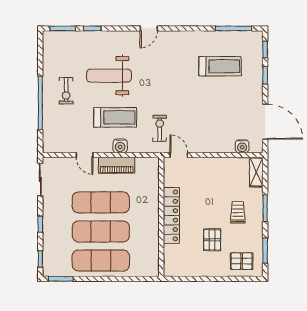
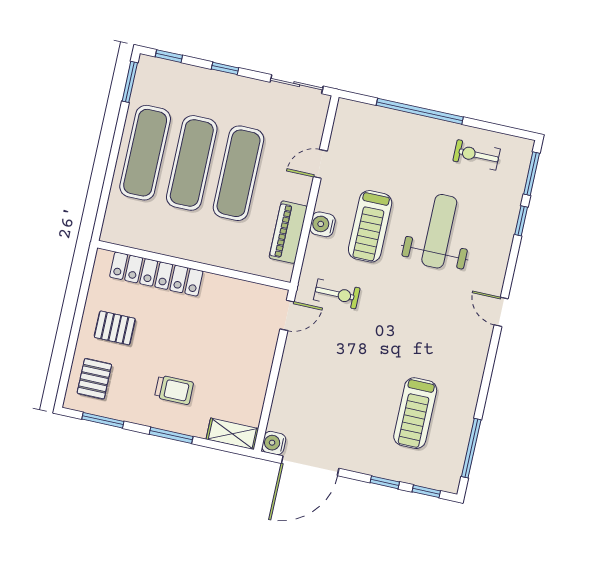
exercise bike: (66, 91) -> (477, 155), moved
water cooler: (242, 146) -> (274, 443), moved
piano: (117, 165) -> (288, 232), moved
locker: (171, 215) -> (156, 274), moved
pallet: (212, 240) -> (115, 328), moved

